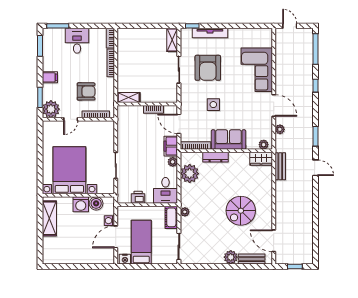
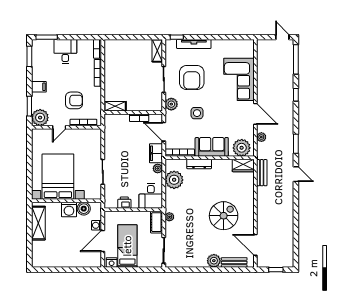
door: (290, 26) -> (282, 37), moved
plant: (187, 95) -> (171, 104), added
plant: (264, 145) -> (242, 148), width x1.88, depth x1.88
spiral stairs: (241, 211) -> (224, 216), turned 180

